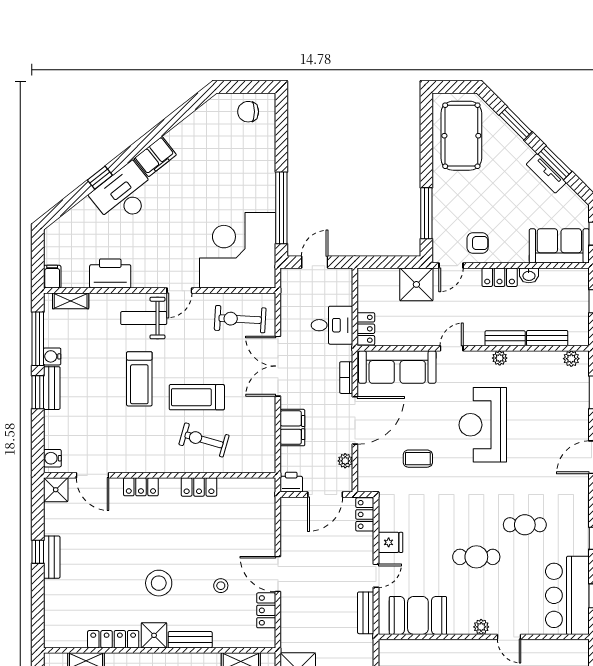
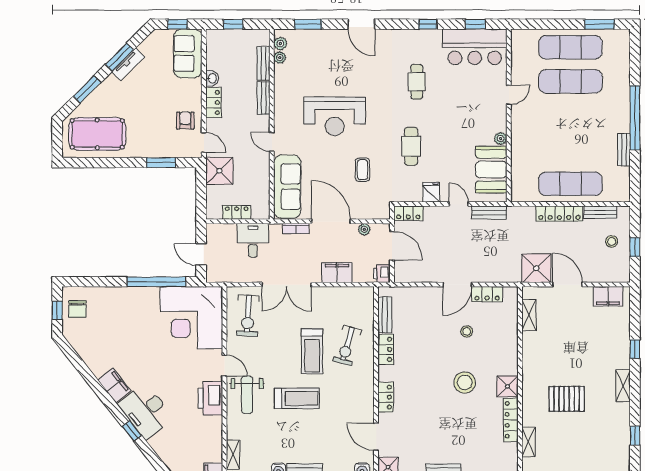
window: (247, 87) -> (57, 310), added
window: (426, 213) -> (161, 163), width x0.69
printer: (110, 274) -> (210, 398), moved
locker: (366, 329) -> (237, 212), moved
plant: (500, 358) -> (280, 58), moved
door: (93, 475) -> (376, 437), swing flipped
cafe table: (476, 557) -> (411, 146), moved
plant: (481, 627) -> (501, 139), moved
bench: (190, 640) -> (385, 315), moved

